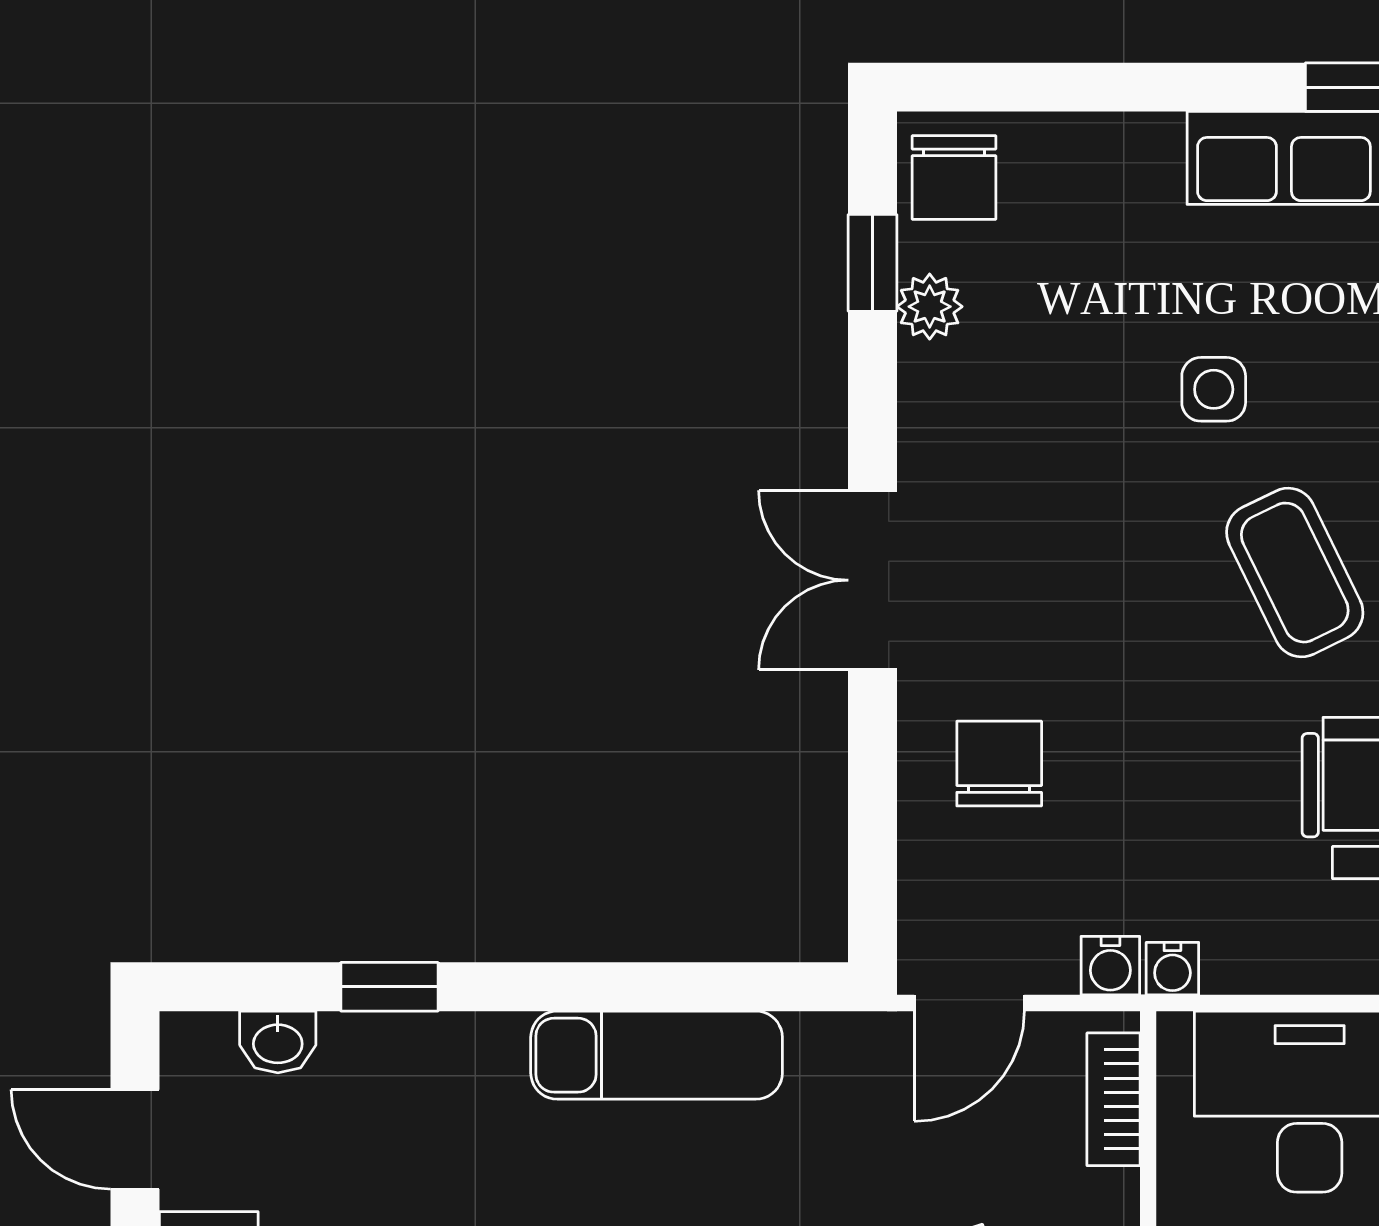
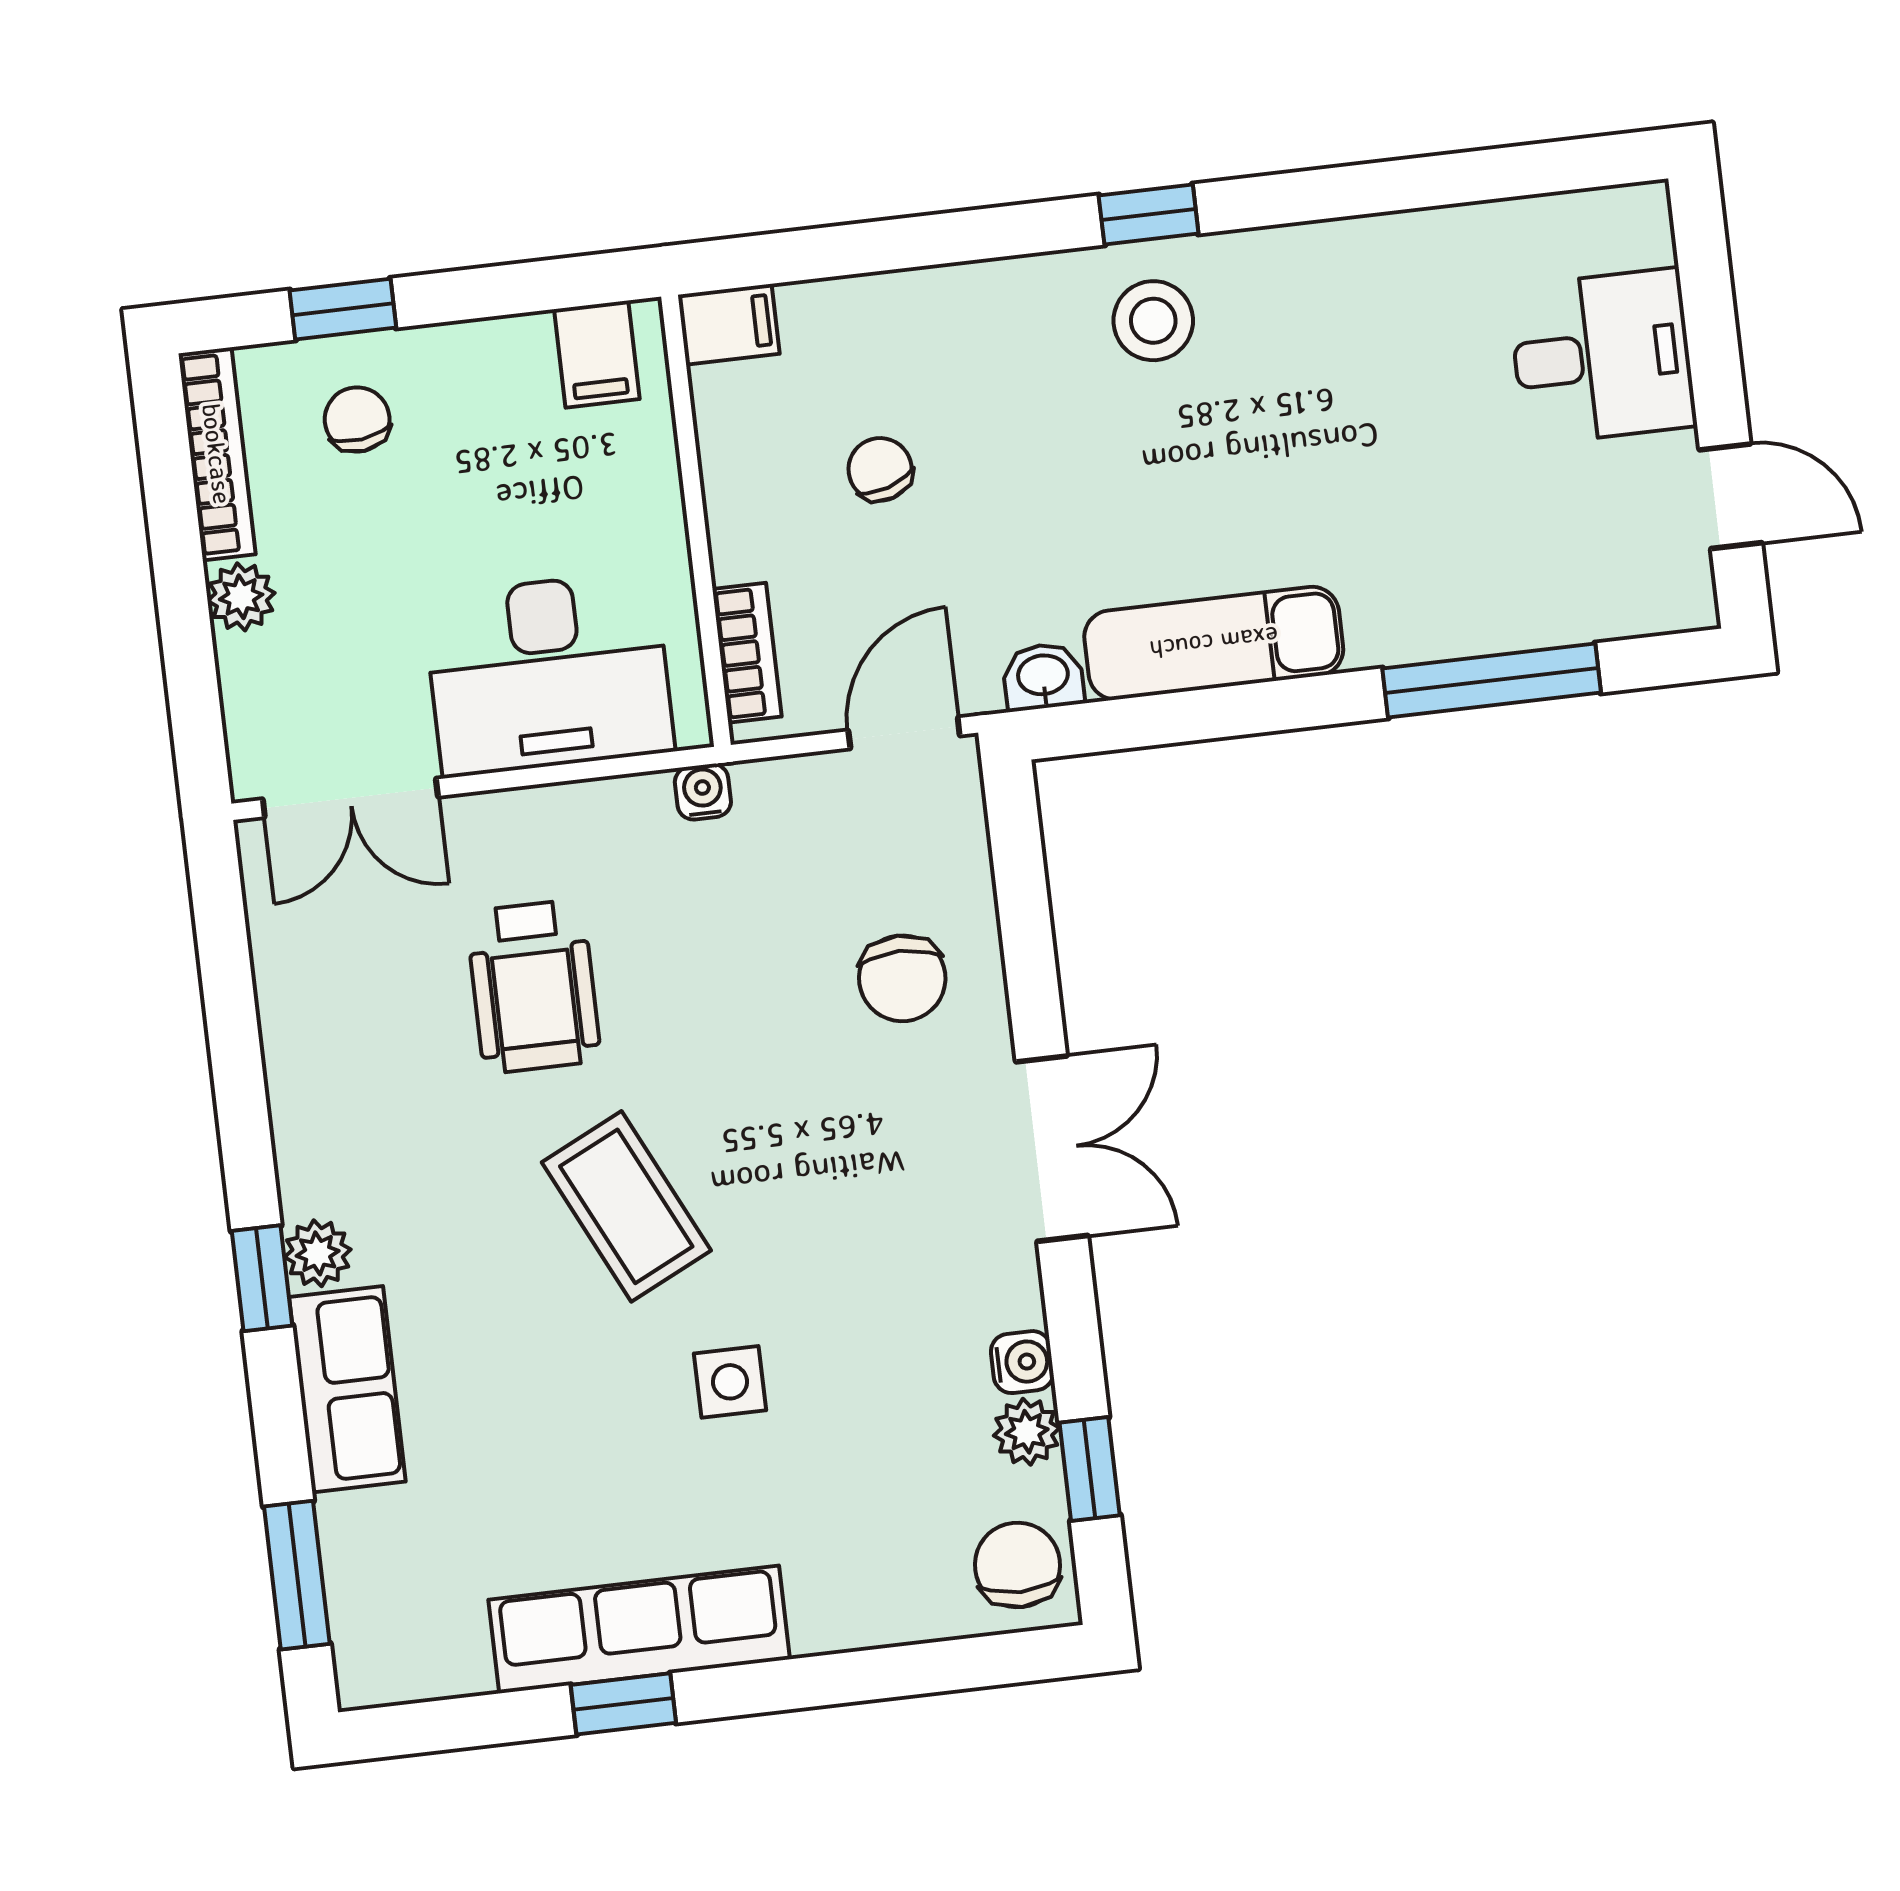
water cooler: (1110, 966) -> (1022, 1362), moved, turned 90
window: (389, 987) -> (1492, 680), width x2.17
washbasin: (278, 1042) -> (1043, 677), moved

